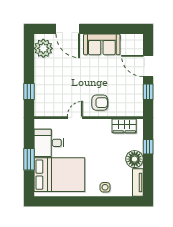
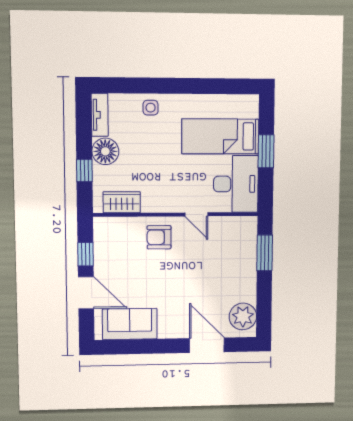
sofa: (102, 44) -> (130, 324), moved
window: (29, 91) -> (265, 253), width x1.50
door: (75, 118) -> (196, 214), hinge flipped
desk: (49, 143) -> (236, 184), width x1.37
bed: (59, 175) -> (220, 136), width x0.67

